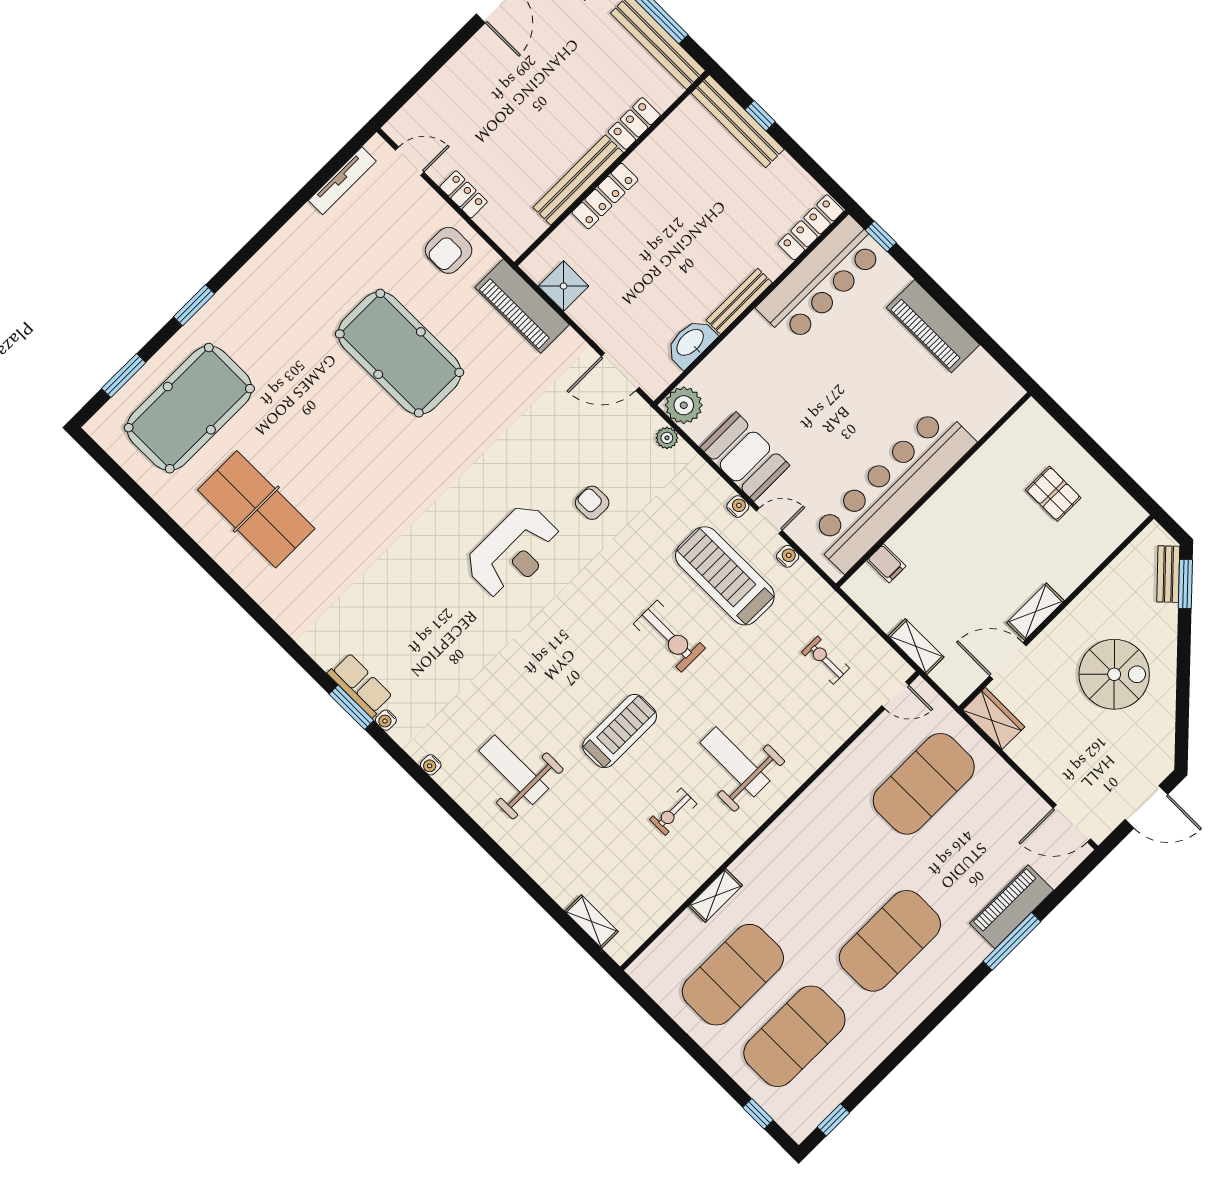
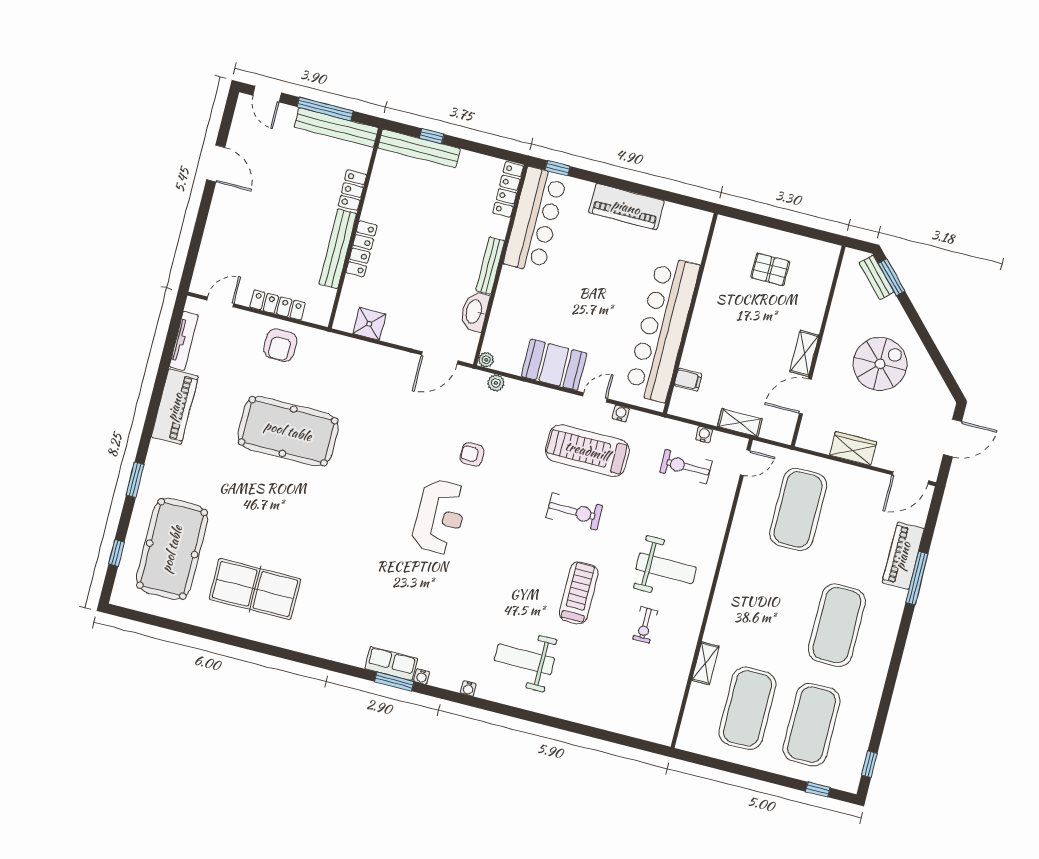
locker: (463, 194) -> (277, 305), width x1.53
piano: (522, 306) -> (175, 407), moved, turned -90
window: (124, 376) -> (116, 553), width x0.67
plant: (684, 405) -> (486, 360), width x0.53, depth x0.53
water cooler: (738, 506) -> (704, 435), moved
exercise bike: (825, 660) -> (686, 467), width x1.38, depth x1.39
wardrobe: (994, 718) -> (853, 448), moved
weight bench: (735, 762) -> (666, 568), turned 180
shelving: (591, 921) -> (634, 728), removed

